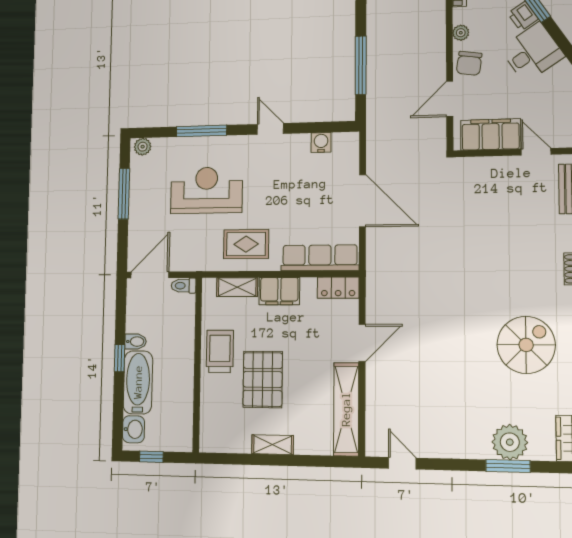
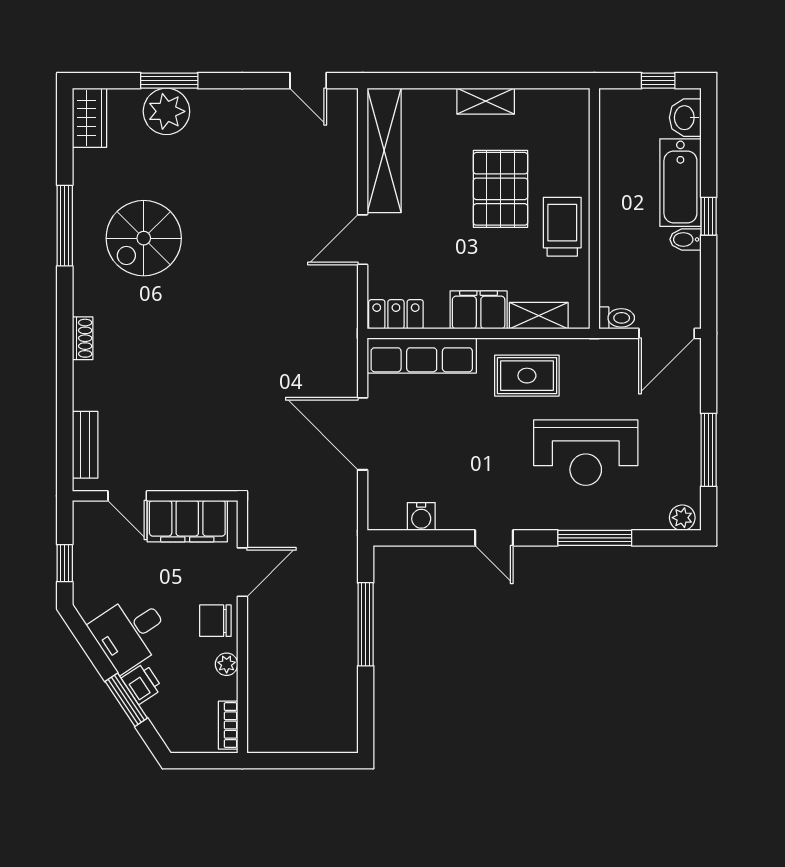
chair: (469, 63) -> (215, 621), turned -98
trolley: (220, 351) -> (562, 227), turned 180

